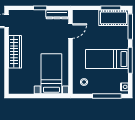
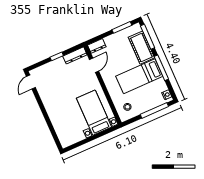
dresser: (81, 15) -> (97, 46), added
cot: (114, 18) -> (141, 48), moved, turned 90
wardrobe: (15, 52) -> (51, 107), removed

